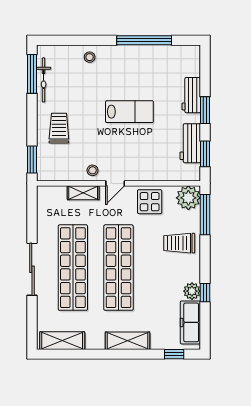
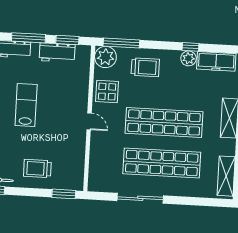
window: (205, 110) -> (29, 38), width x1.44
stool: (92, 170) -> (76, 141), removed
shelving: (83, 193) -> (96, 150), removed
trolley: (179, 243) -> (145, 67), turned -90
sliding door: (32, 269) -> (140, 198), moved

